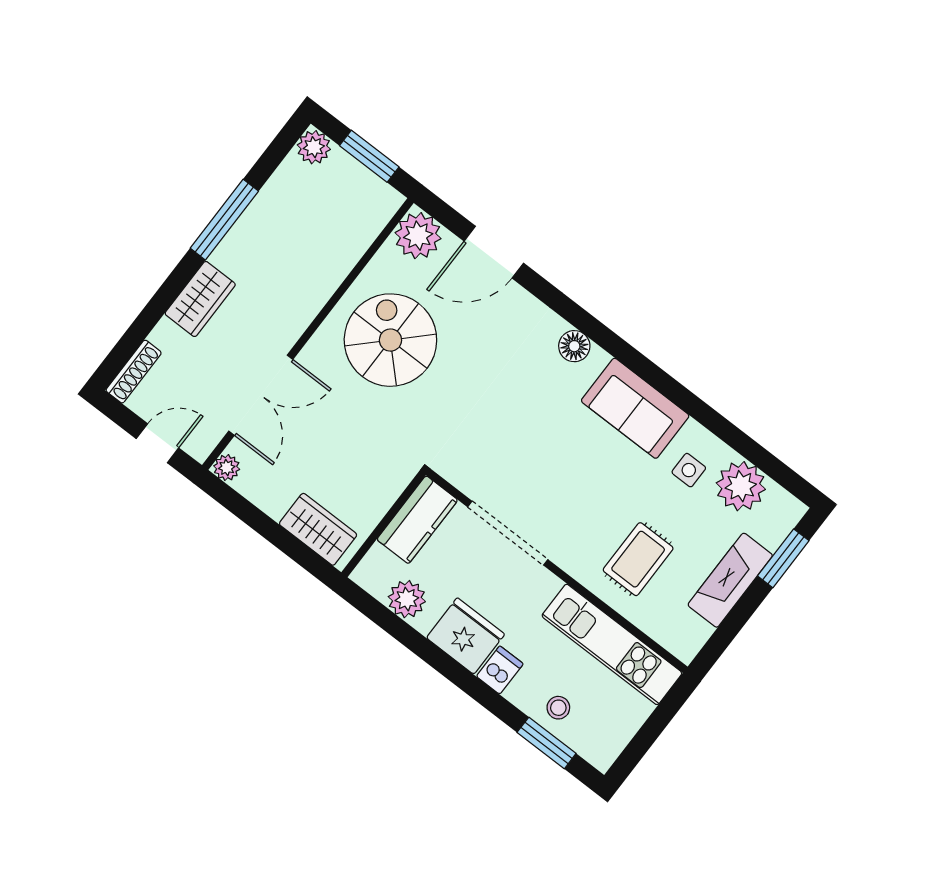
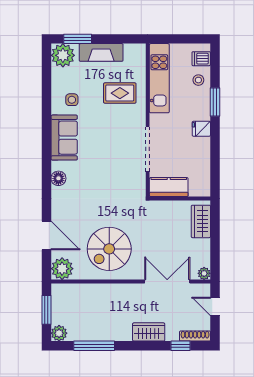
window: (224, 220) -> (94, 346), moved
window: (136, 334) -> (180, 346), added
plant: (741, 486) -> (63, 55), moved
plant: (407, 599) -> (201, 168), removed
fridge: (466, 636) -> (201, 129), width x0.53, depth x0.75
dishwasher: (500, 670) -> (201, 59), moved
window: (547, 743) -> (215, 102), moved

